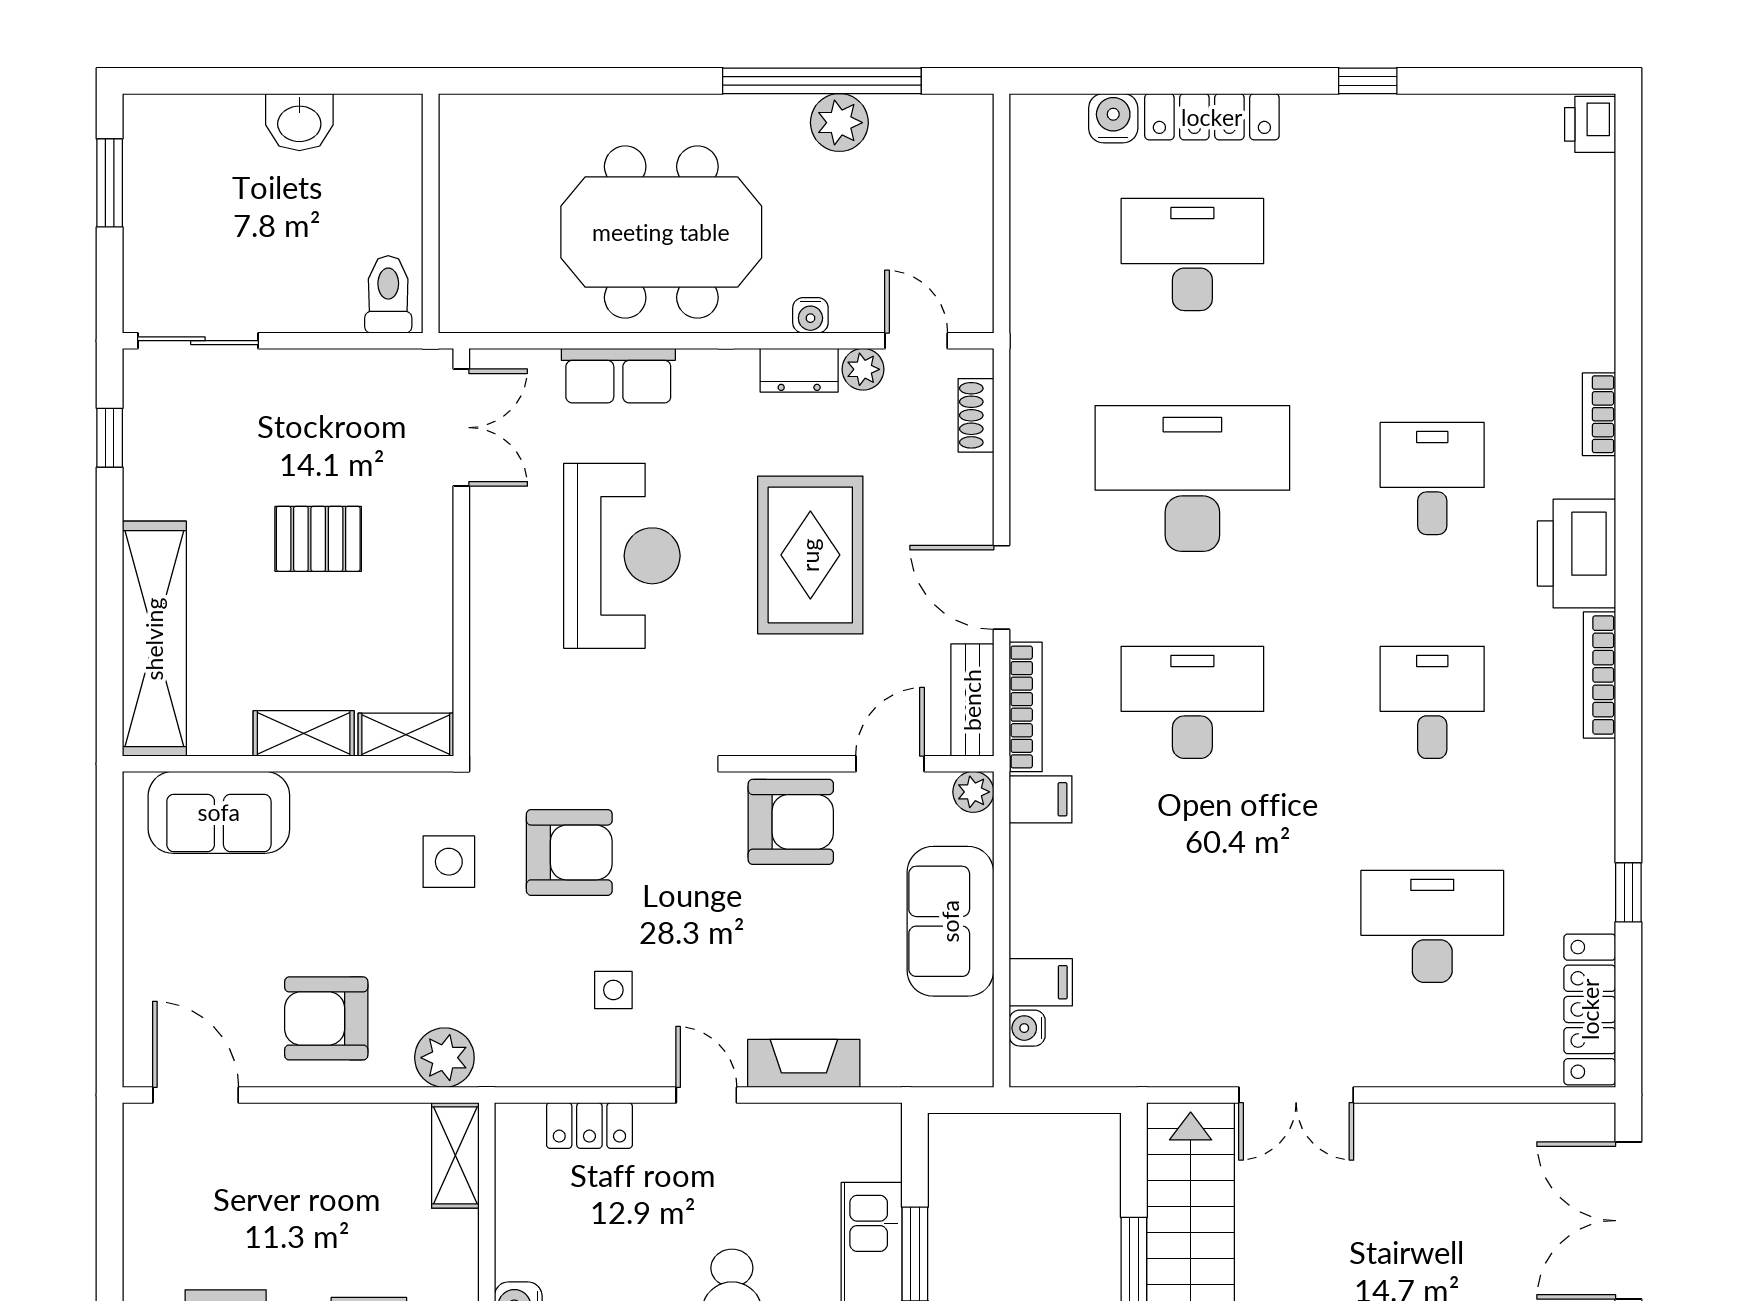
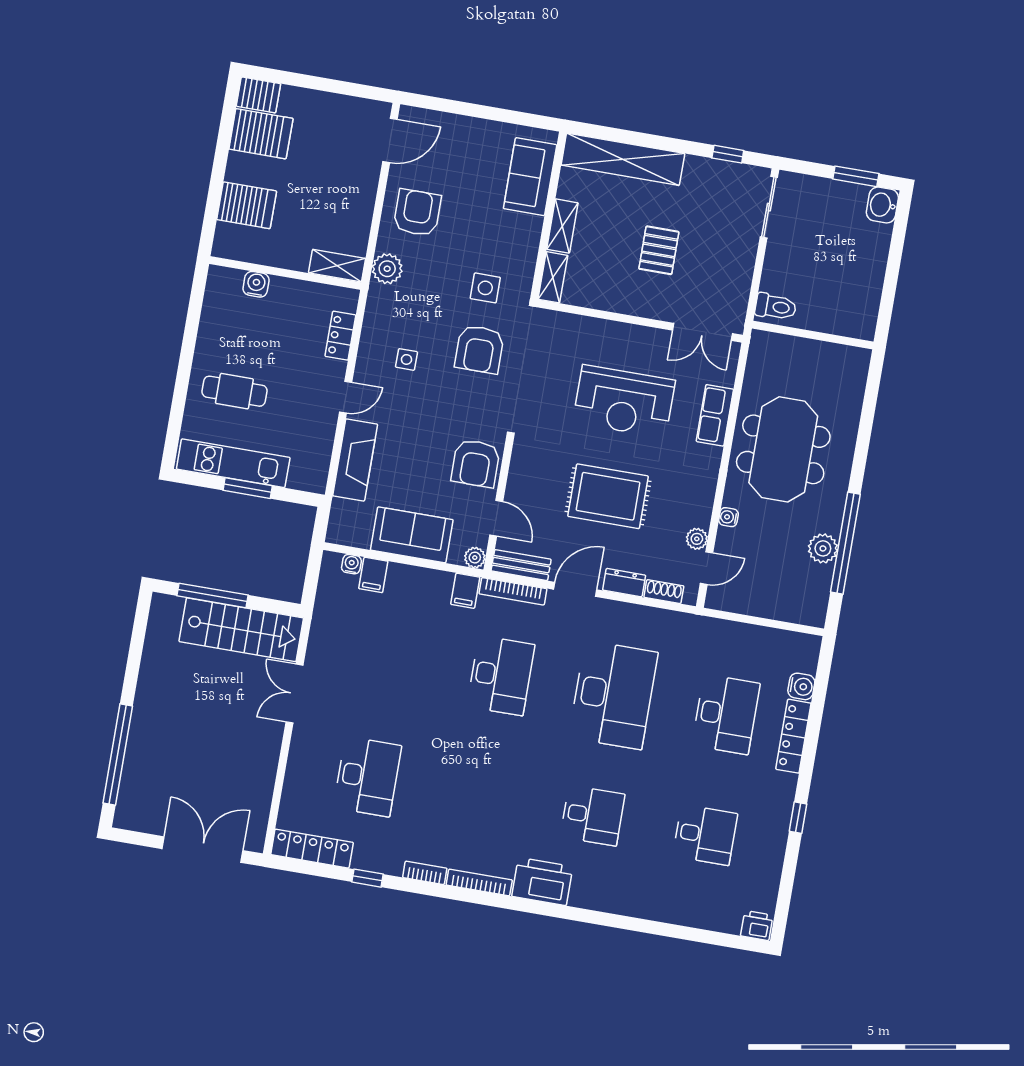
washbasin: (299, 122) -> (882, 205), moved
dresser: (799, 370) -> (624, 583), moved, turned 90
bookcase: (1599, 414) -> (425, 873), moved
desk: (1432, 702) -> (705, 835), moved
fireplace: (804, 1063) -> (355, 460), width x1.37, depth x1.32

